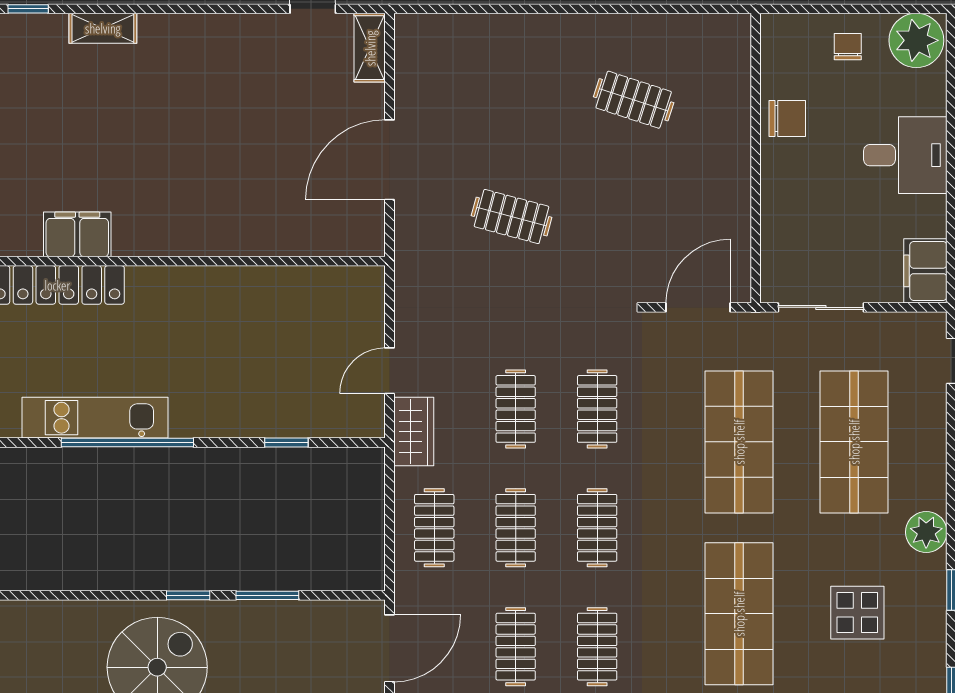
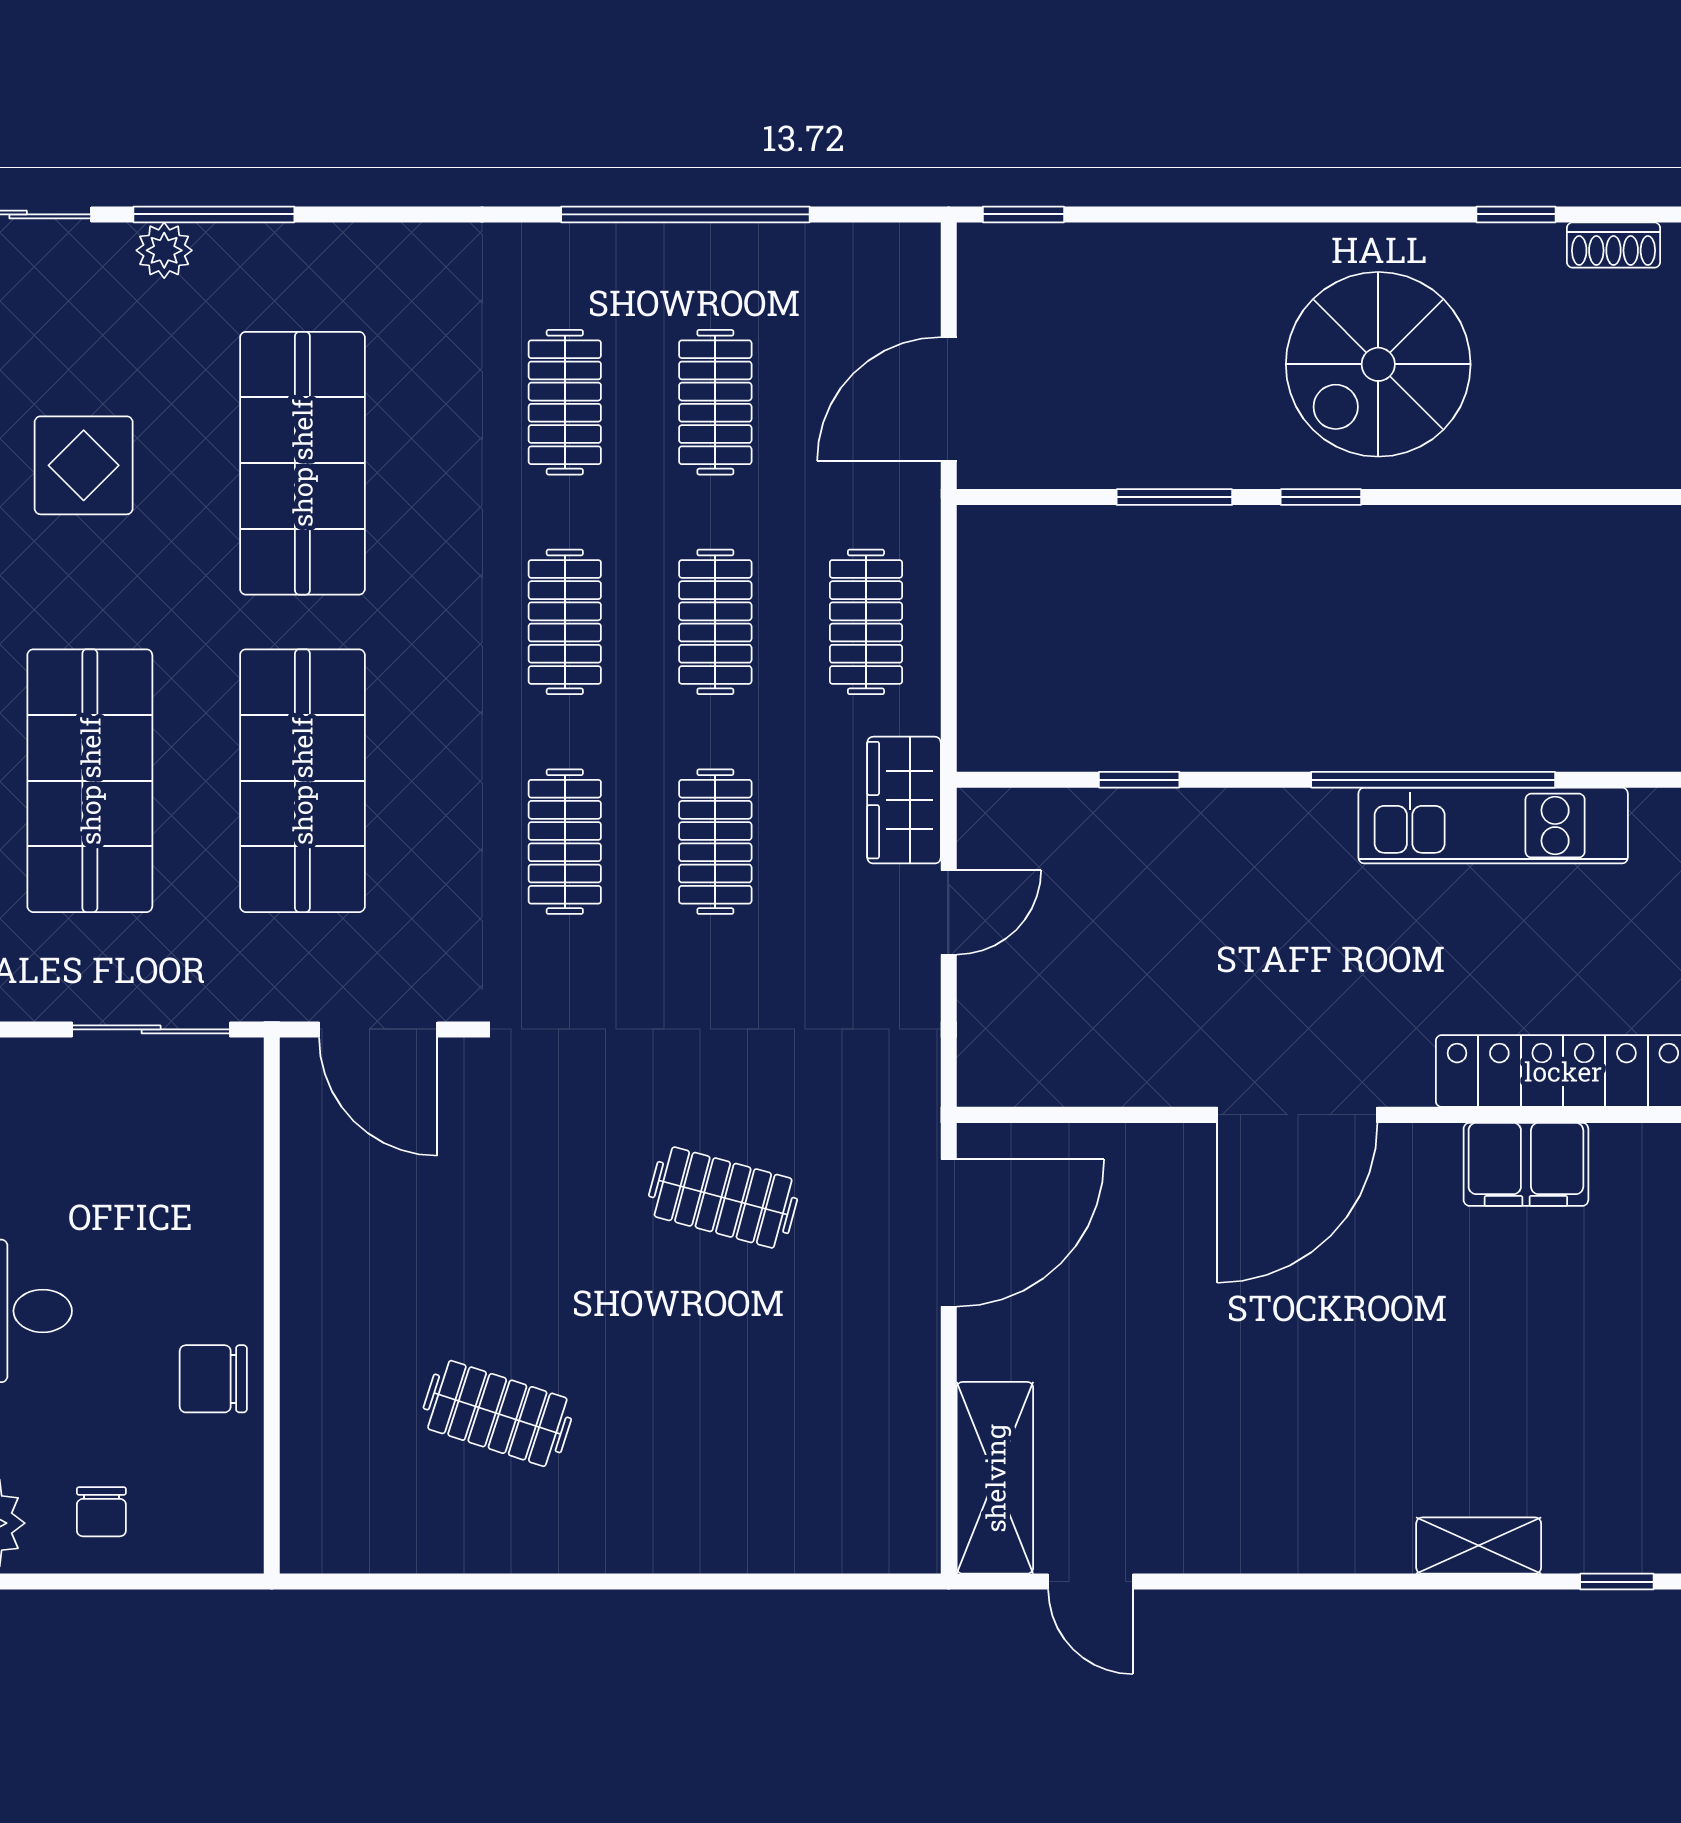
shelving: (370, 48) -> (995, 1478), width x1.50, depth x1.33
door: (389, 160) -> (949, 1233), moved
door: (201, 261) -> (1297, 1115), added
door: (698, 307) -> (378, 1029), hinge flipped

